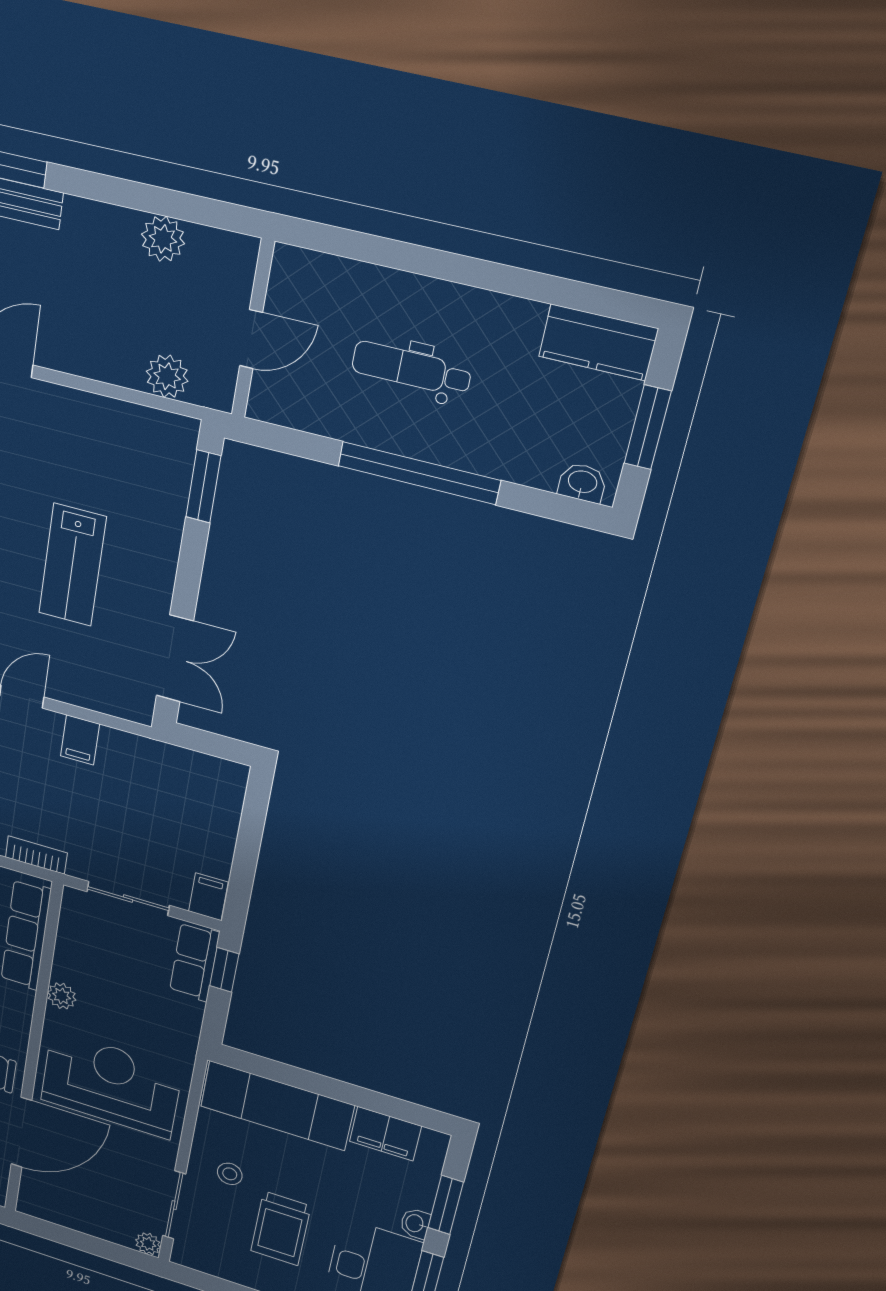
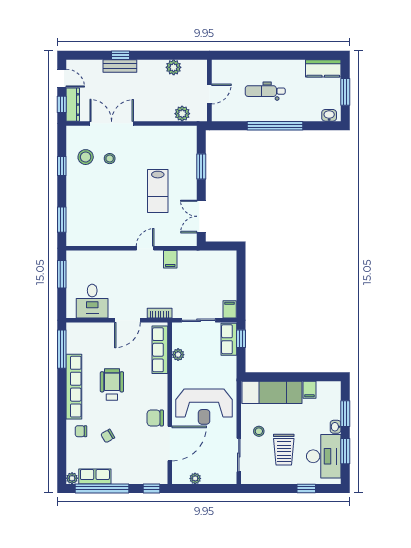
window: (203, 486) -> (201, 167), moved
double door: (175, 658) -> (201, 216), swing flipped
plant: (62, 996) -> (178, 355), moved
reception desk: (111, 1084) -> (204, 407), turned 180
filing cabinet: (385, 1134) -> (309, 390), width x0.50
plant: (148, 1244) -> (195, 478), moved

